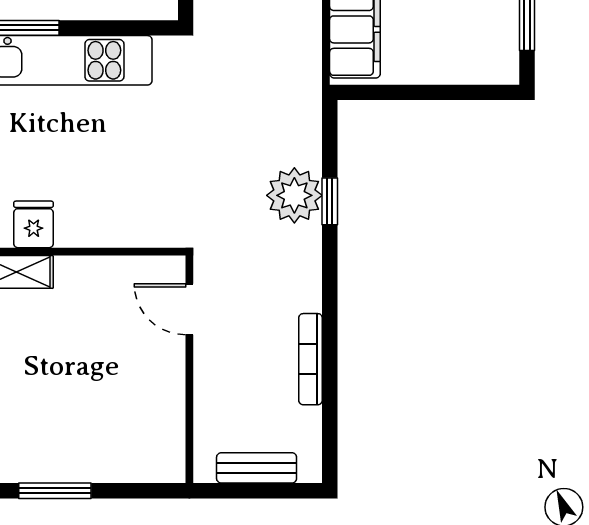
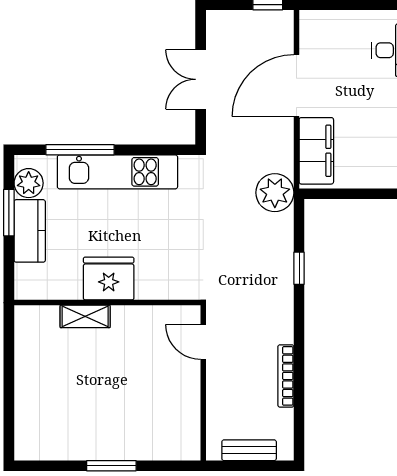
plant: (294, 195) -> (275, 193), moved
fridge: (34, 224) -> (109, 279), width x1.88, depth x1.34

